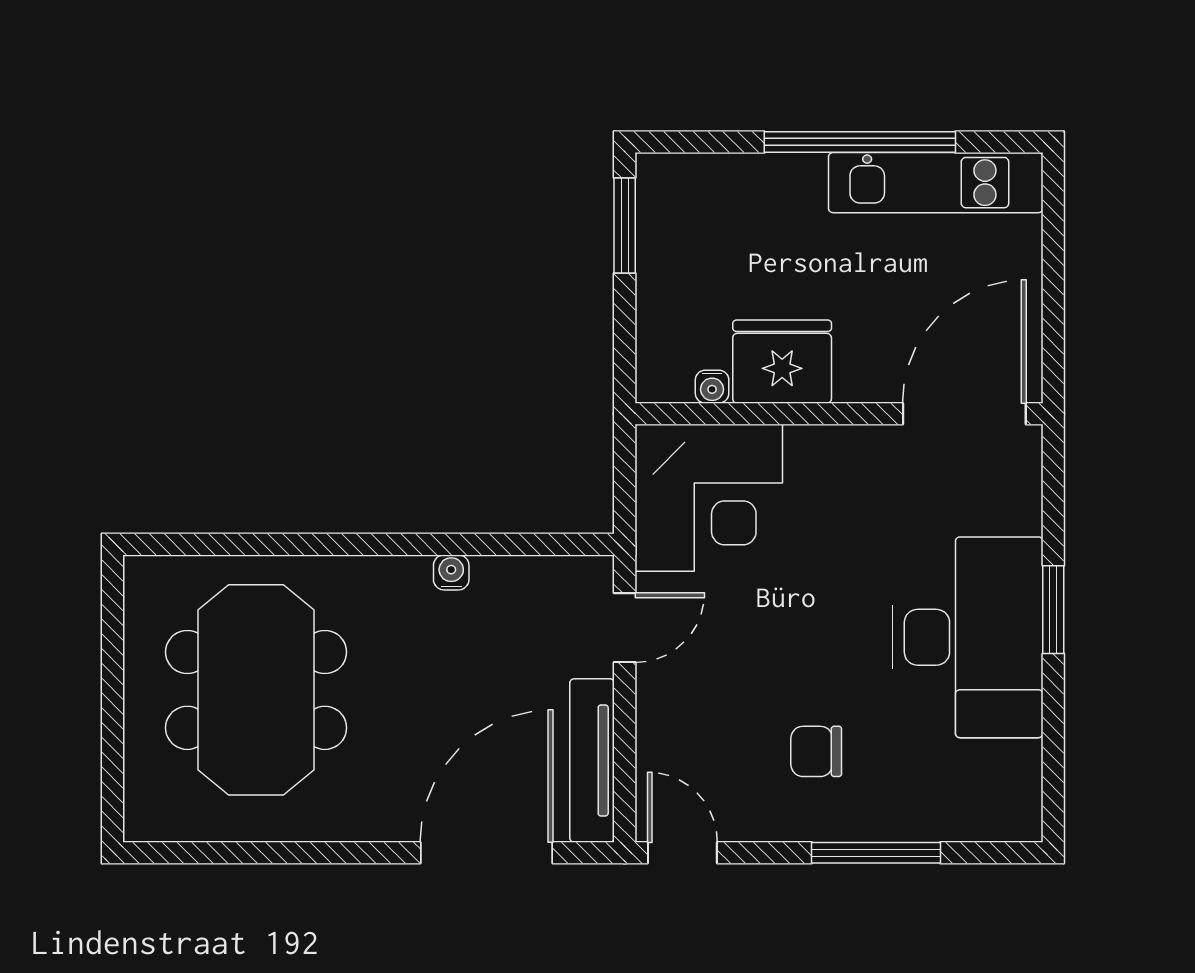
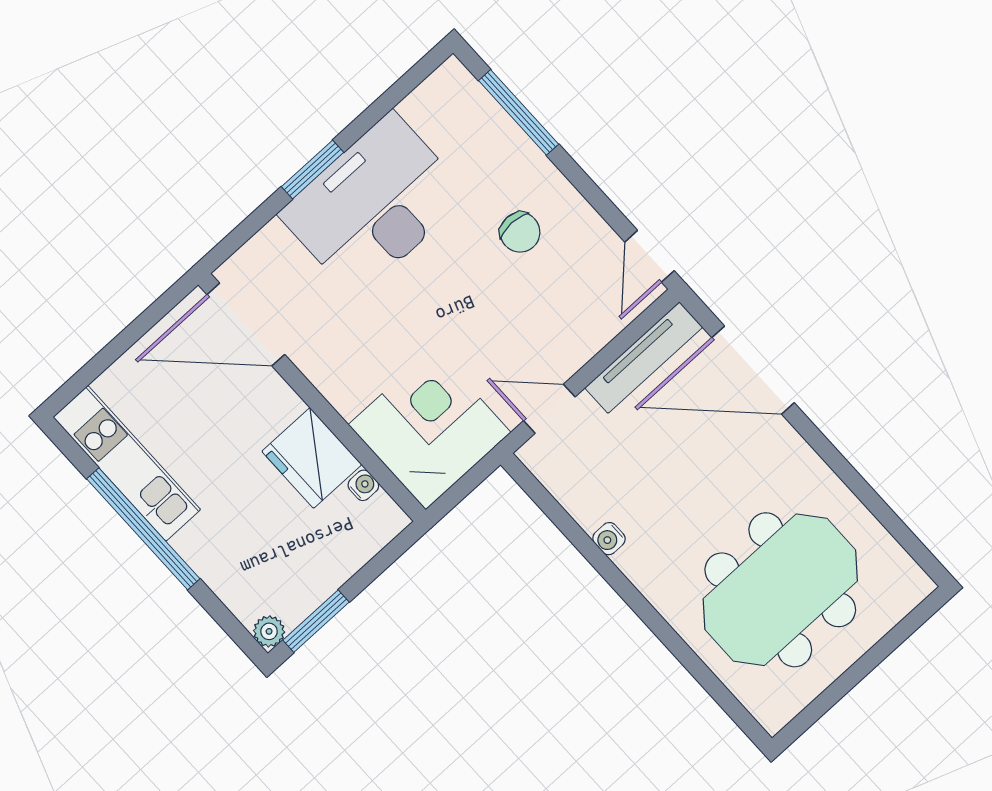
plant: (655, 173) -> (269, 631), added
window: (876, 853) -> (519, 112), moved

